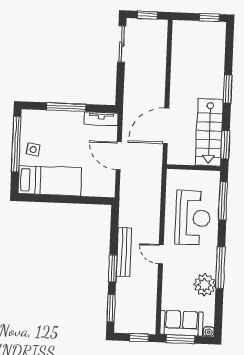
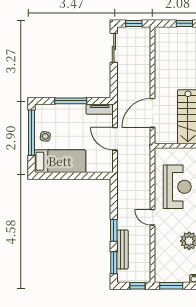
bench: (124, 252) -> (123, 249), moved
sofa: (182, 323) -> (172, 273), removed

